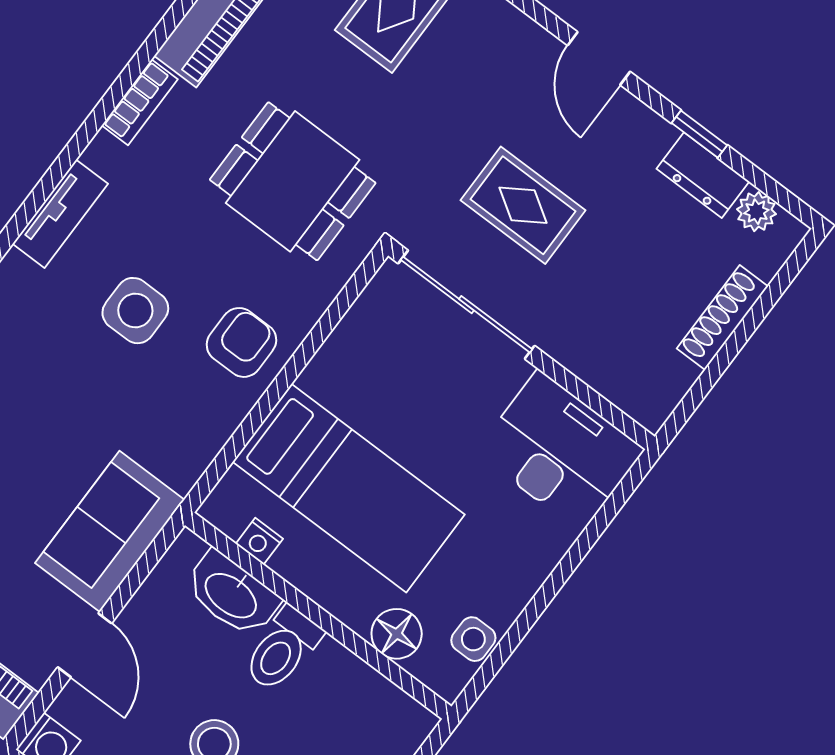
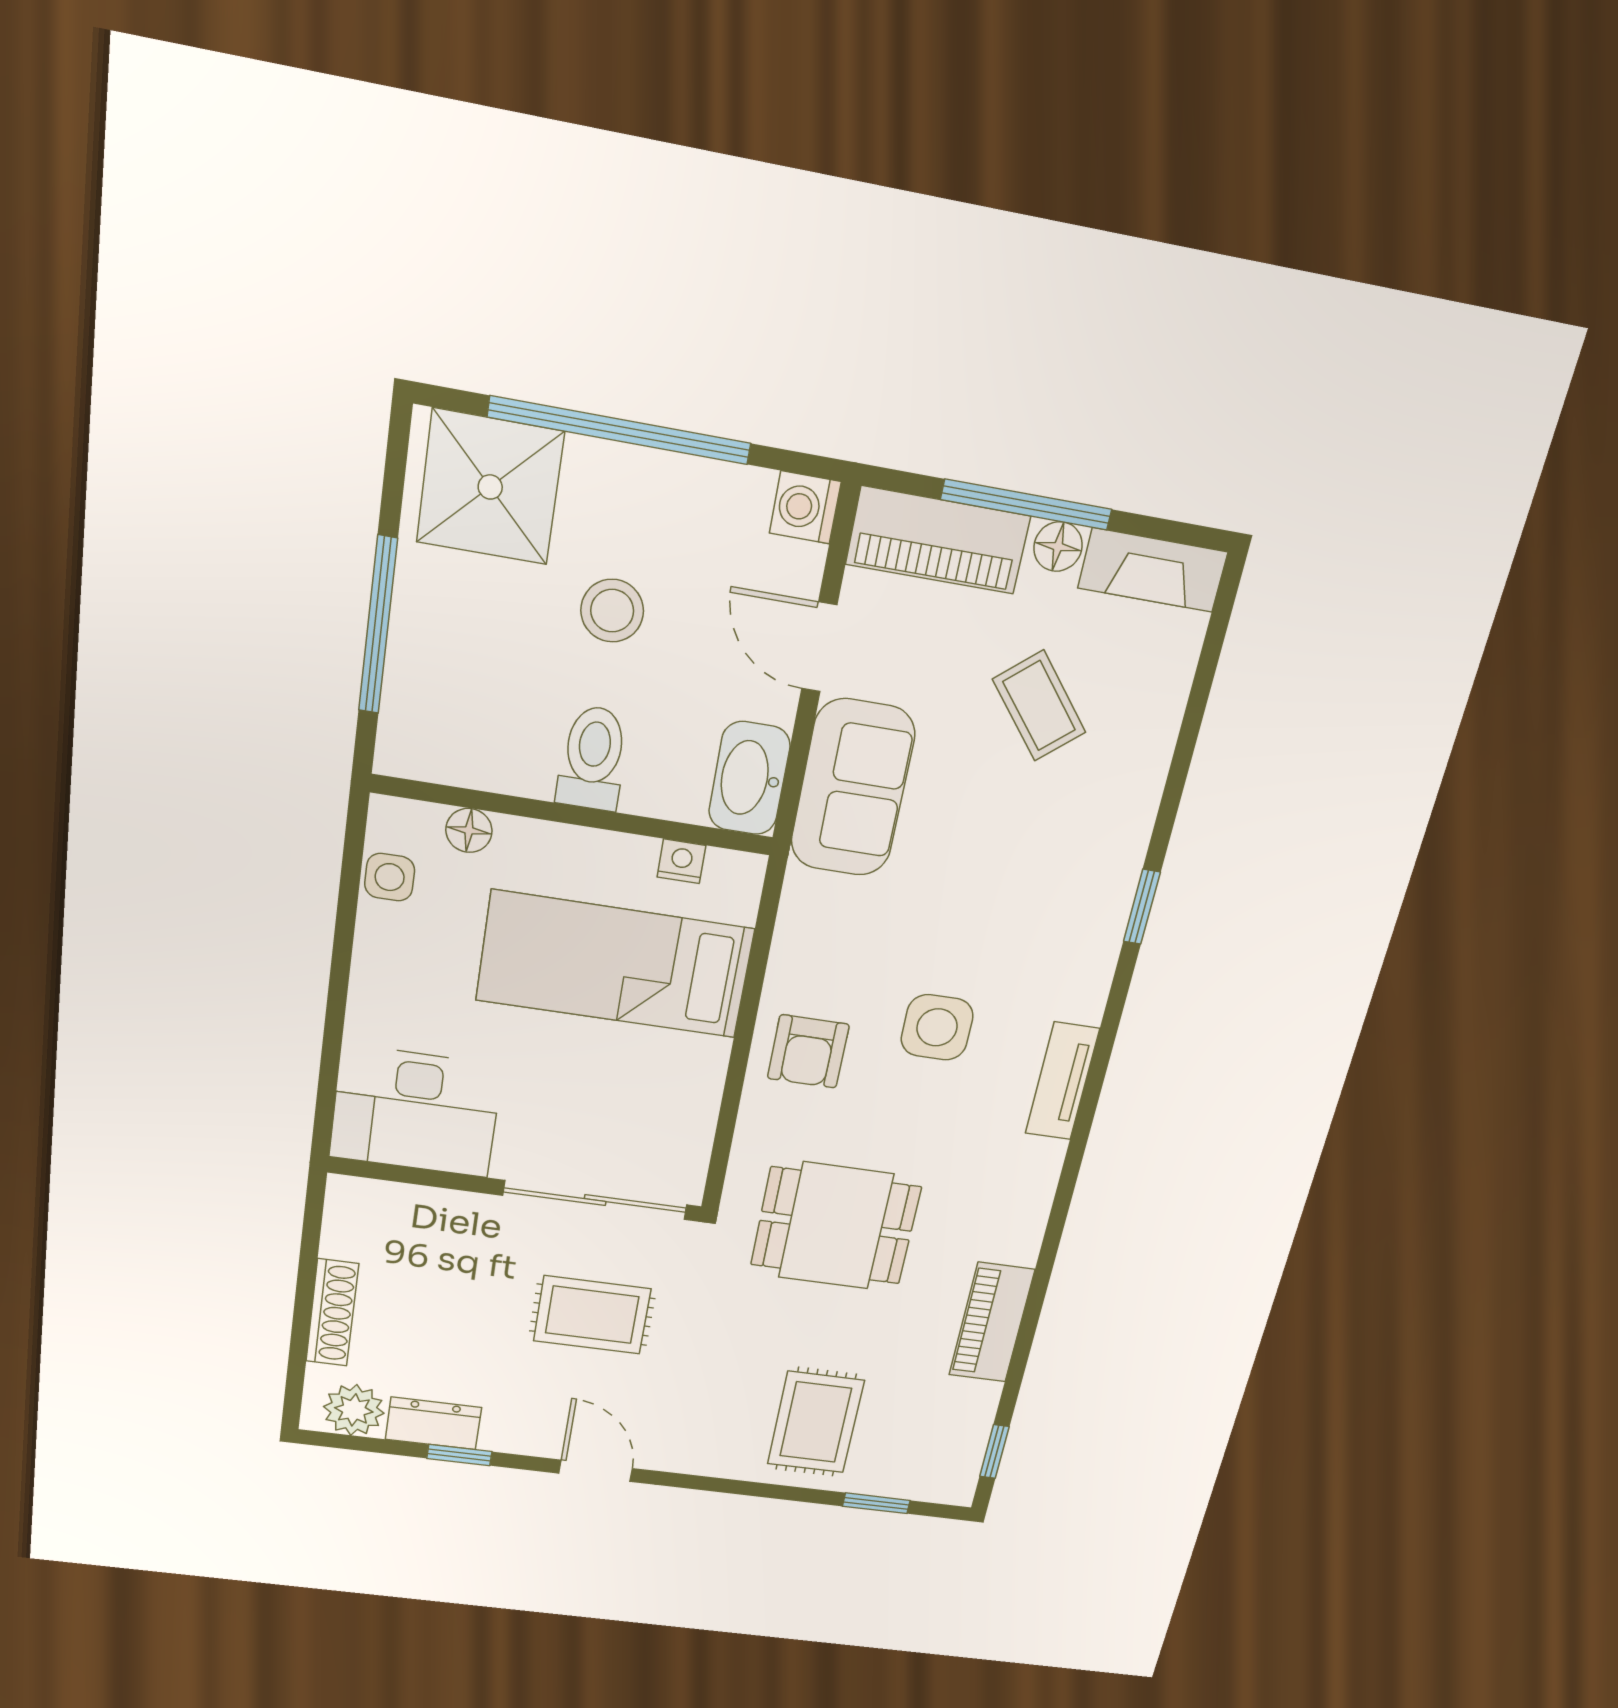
bookcase: (140, 102) -> (1029, 1222), removed
plant: (756, 212) -> (354, 1410), width x1.38, depth x1.38
washbasin: (232, 594) -> (749, 778), moved, turned -90
floor lamp: (397, 634) -> (469, 830), width x0.73, depth x0.73

